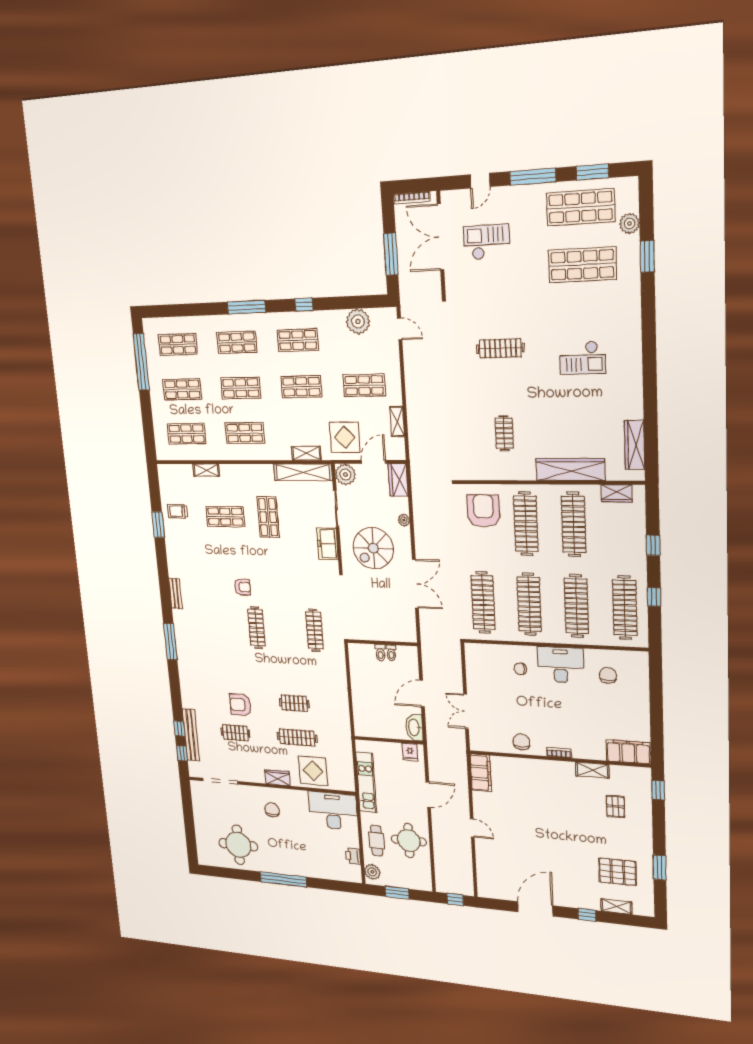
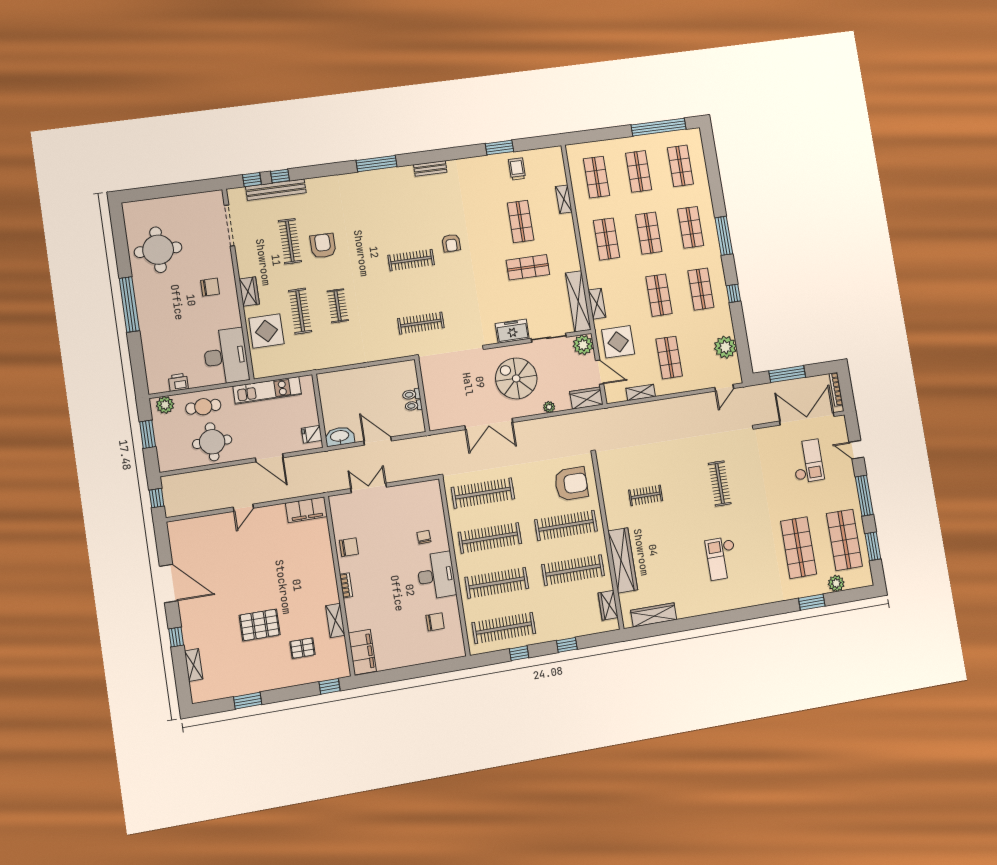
clothes rail: (235, 733) -> (290, 241), width x1.36
pallet: (617, 872) -> (260, 625), moved, turned 90

